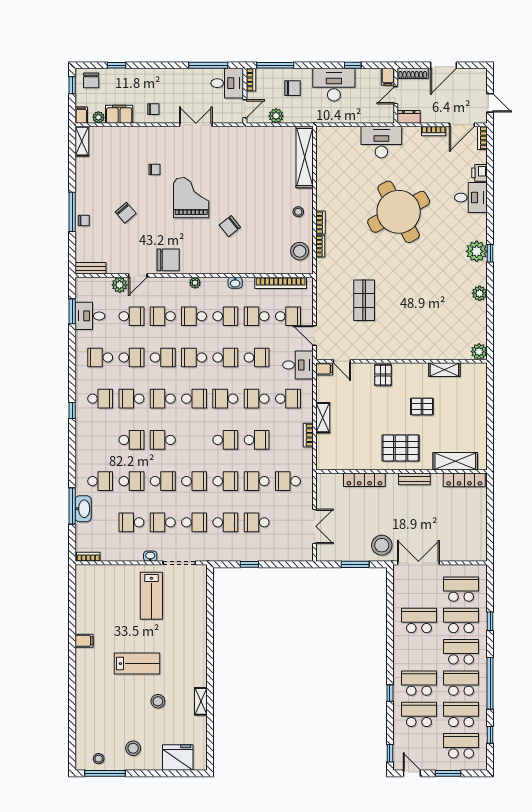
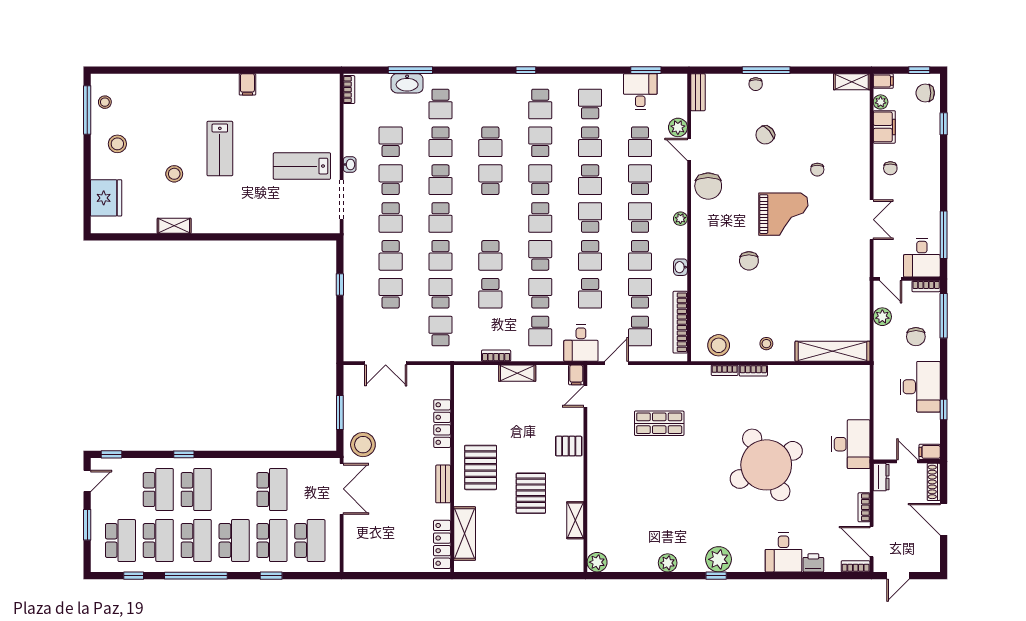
chair: (230, 226) -> (749, 261), turned -141
pallet: (422, 406) -> (531, 493), width x1.50, depth x1.42

